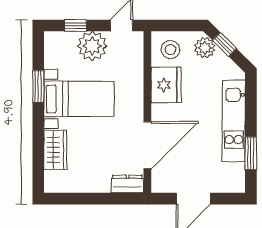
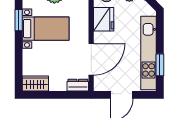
kitchen unit: (234, 121) -> (149, 53), width x1.36
wardrobe: (55, 150) -> (35, 84), moved, turned -90

